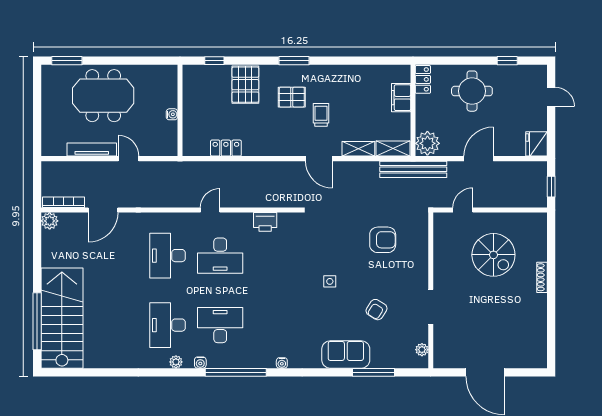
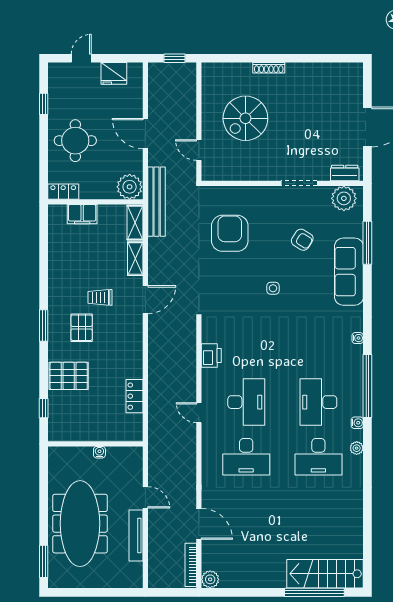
meeting table: (103, 96) -> (80, 524), width x1.36
fridge: (537, 144) -> (114, 73), moved
door: (128, 159) -> (145, 497), swing flipped
armchair: (383, 240) -> (230, 233), width x1.36, depth x1.36
spiral stairs: (493, 255) -> (245, 118), turned 180
stairs: (62, 318) -> (325, 574), width x0.73, depth x0.66
plant: (422, 350) -> (344, 198), width x1.88, depth x1.88
dresser: (441, 350) -> (345, 173), added
sofa: (346, 355) -> (349, 272), width x1.36

